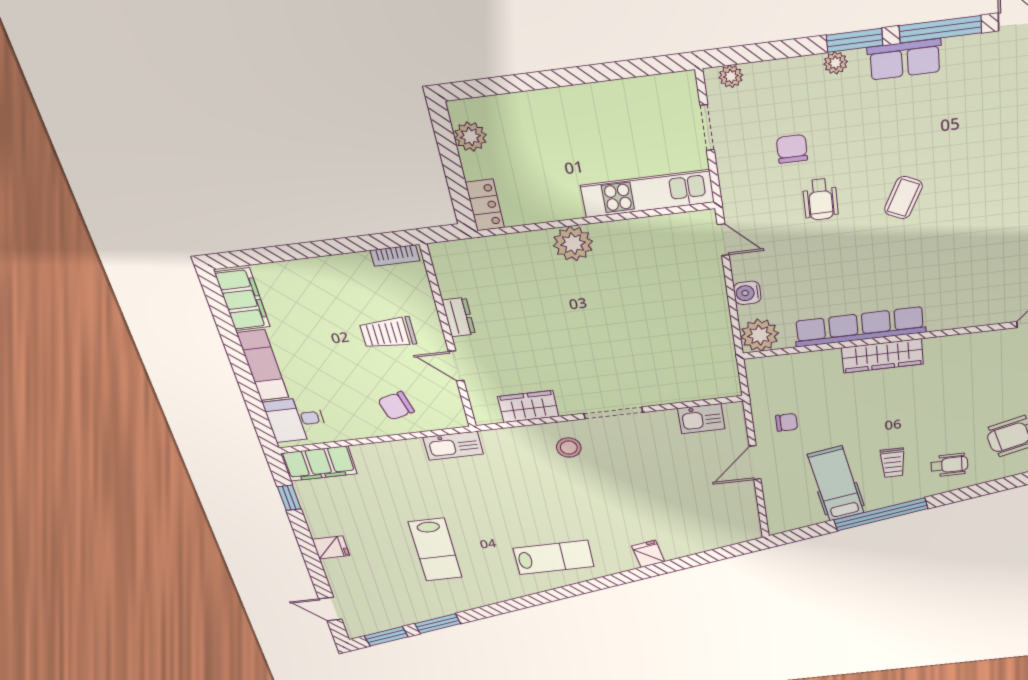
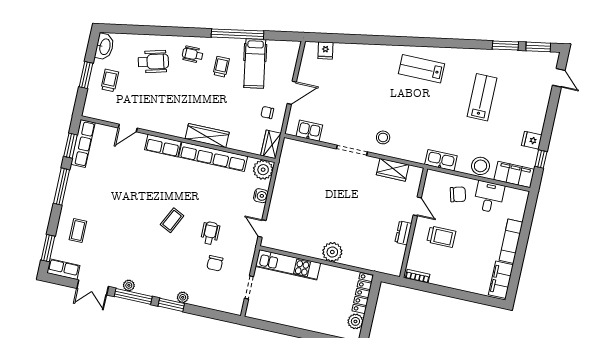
row of seats: (905, 59) -> (163, 146), moved, turned 180
plant: (731, 76) -> (129, 285), moved
locker: (485, 205) -> (363, 293), width x1.53
wardrobe: (761, 378) -> (271, 144), added
desk: (296, 420) -> (489, 197), moved, turned -90
stool: (382, 458) -> (481, 166), added
fridge: (331, 547) -> (532, 140), moved
fridge: (648, 554) -> (325, 51), moved

